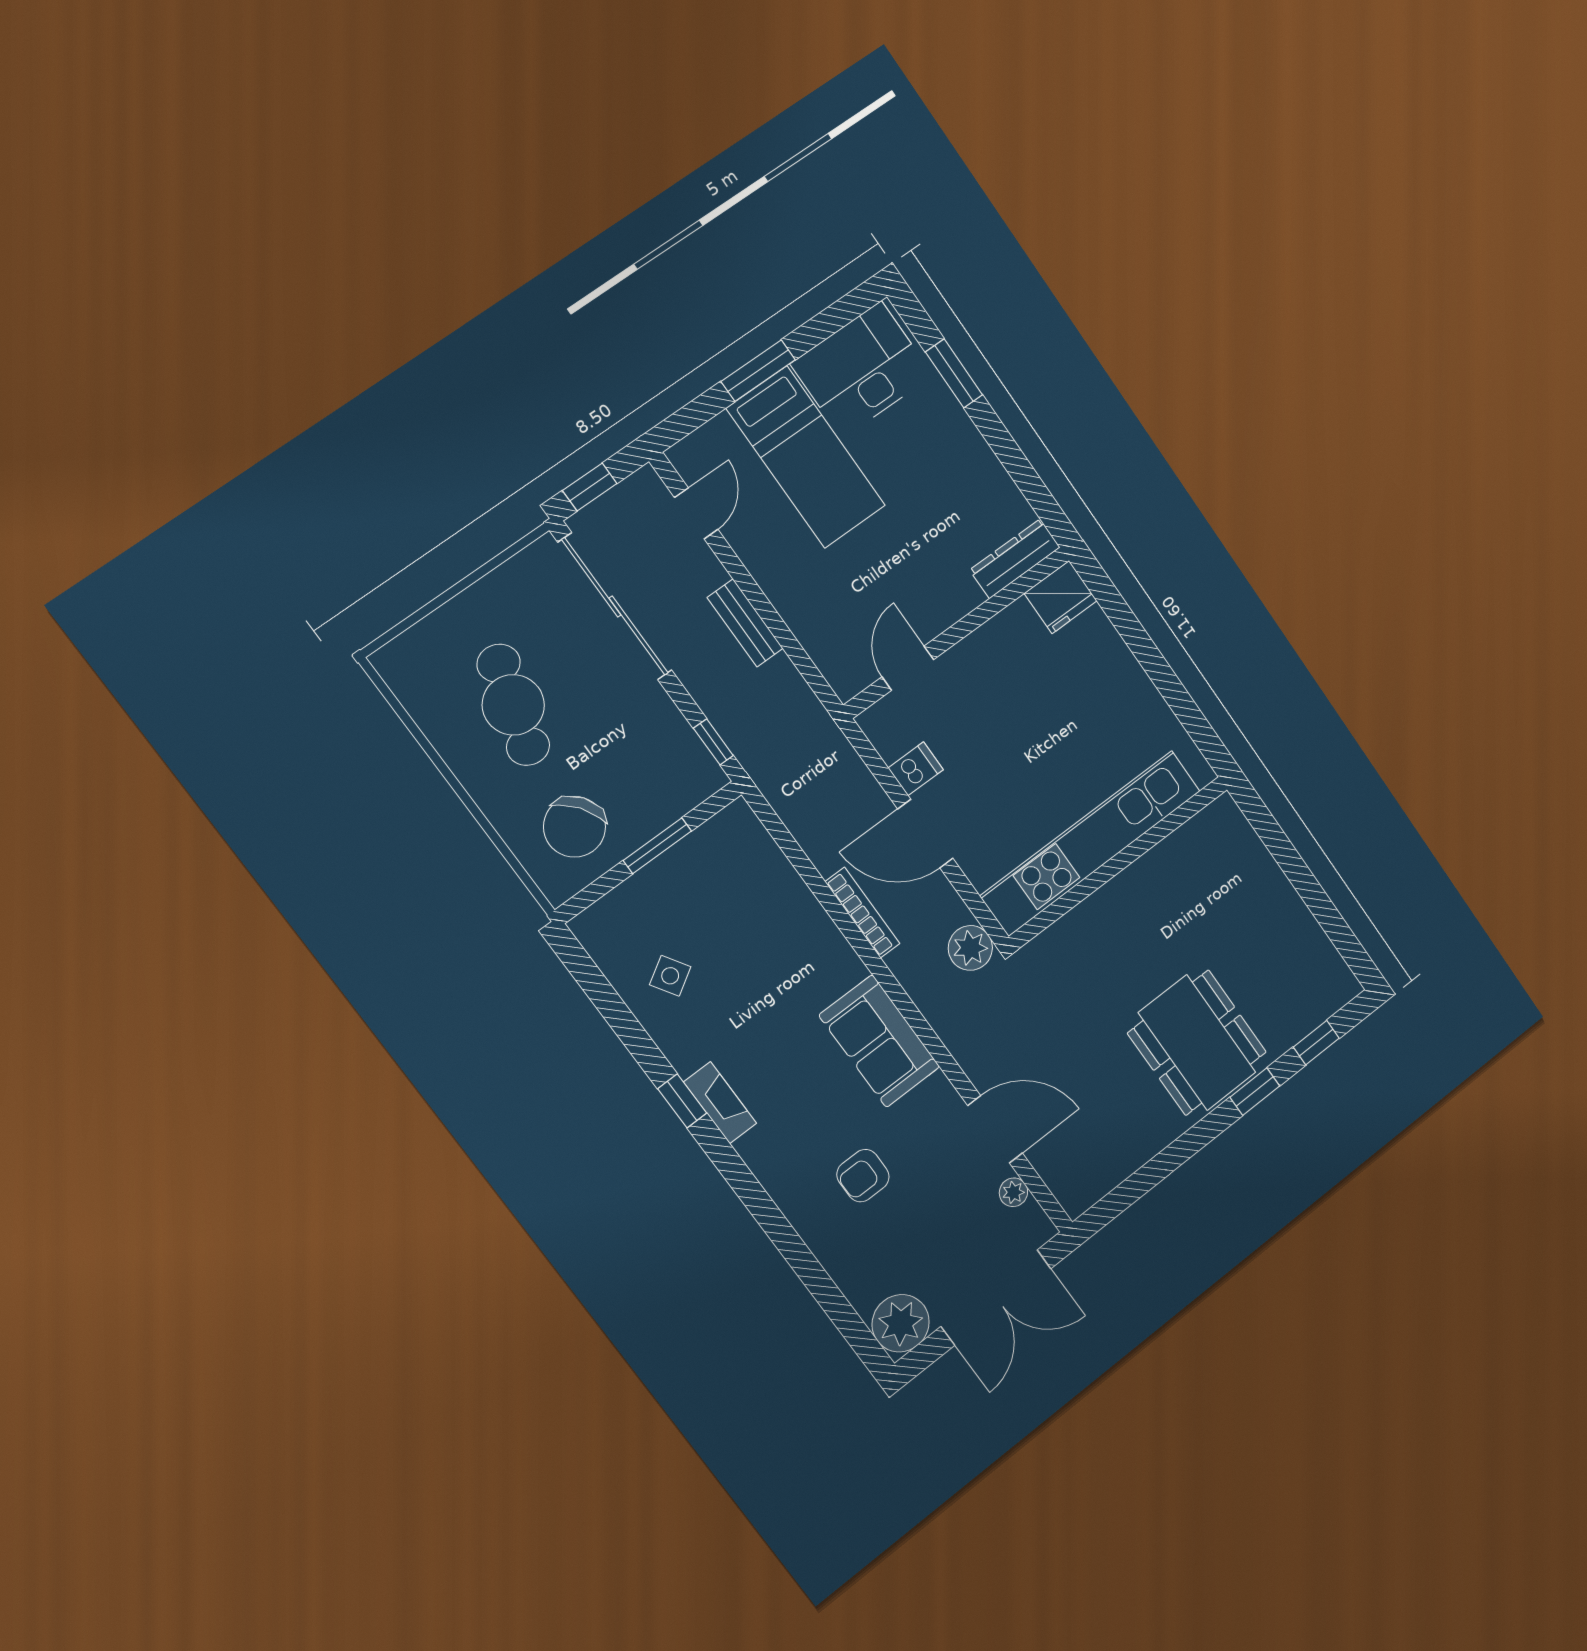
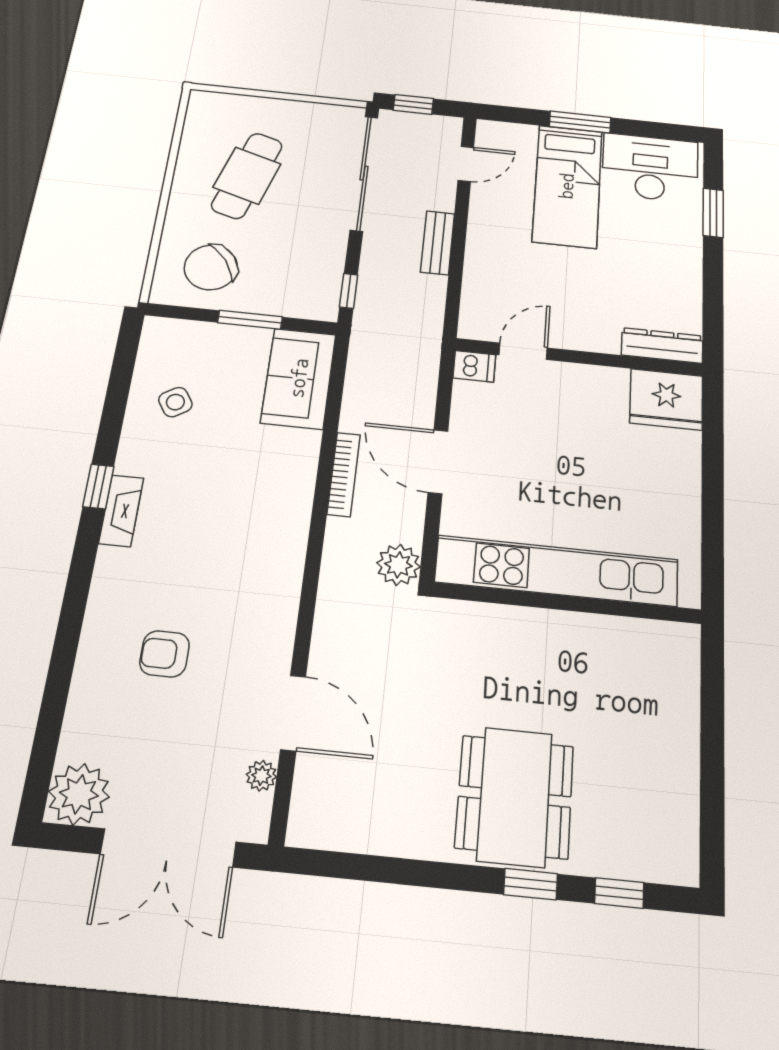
fridge: (1061, 597) -> (666, 399), width x1.36, depth x1.34
dishwasher: (916, 769) -> (474, 366), moved
sofa: (879, 1041) -> (299, 378), moved

